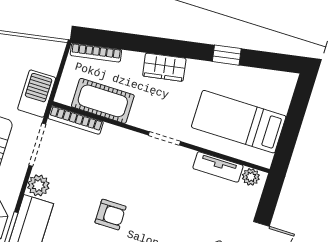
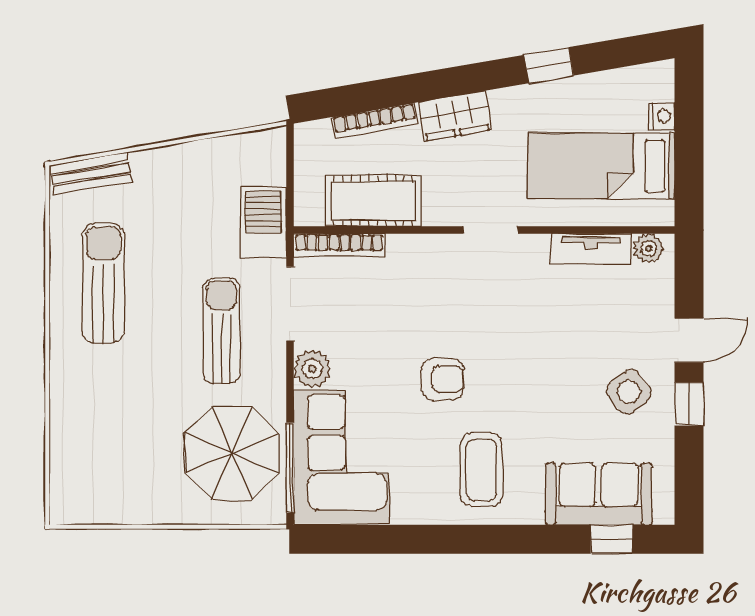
bookcase: (96, 53) -> (375, 121), moved
nightstand: (282, 104) -> (662, 116), added

